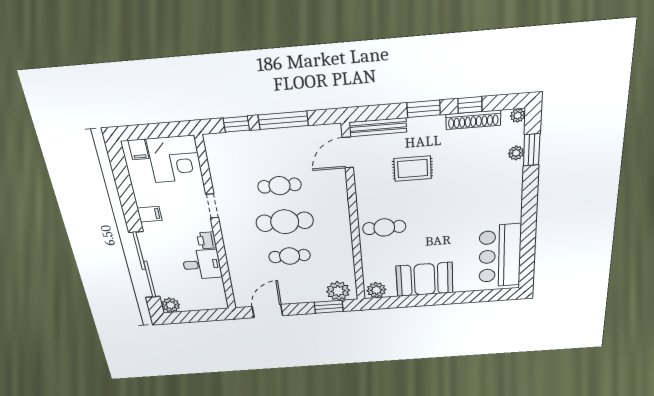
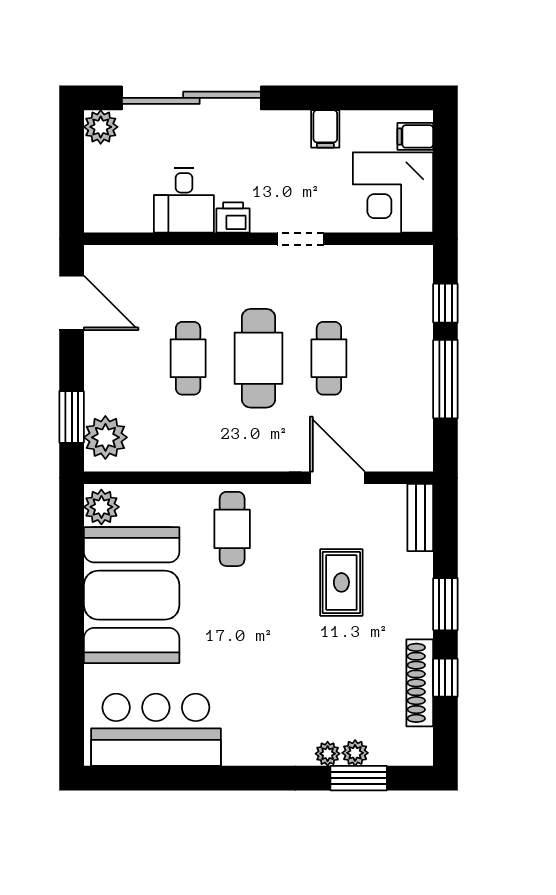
plant: (518, 115) -> (328, 754), moved
bench: (378, 127) -> (420, 518), width x0.73
door: (348, 153) -> (337, 478), moved
filing cabinet: (150, 214) -> (325, 129), moved
booth: (425, 279) -> (132, 595), width x1.36, depth x1.42

